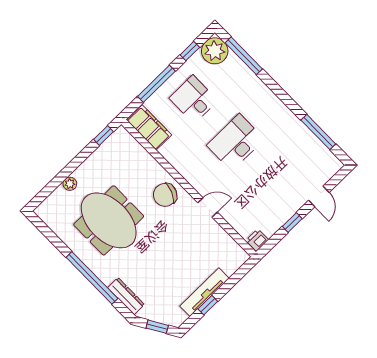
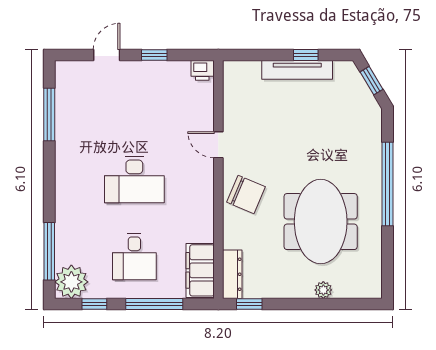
dresser: (126, 296) -> (232, 274), moved, turned 180

